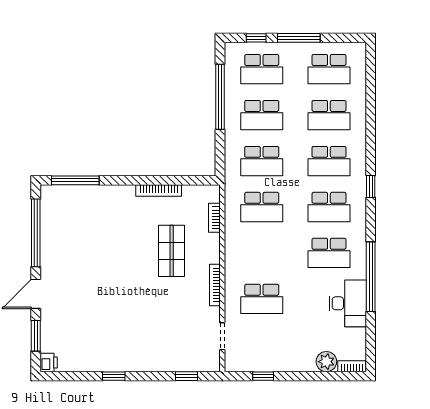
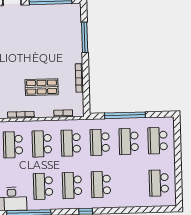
window: (256, 38) -> (177, 137), removed
window: (299, 38) -> (178, 163), removed
window: (220, 97) -> (125, 115), moved
school desk: (329, 115) -> (42, 144), moved
window: (75, 180) -> (85, 37), moved

